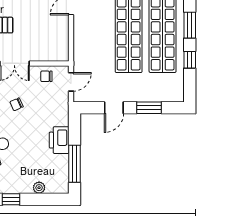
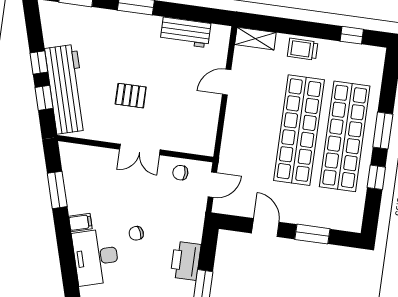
chair: (16, 104) -> (136, 233), moved
door: (114, 108) -> (265, 228), swing flipped

